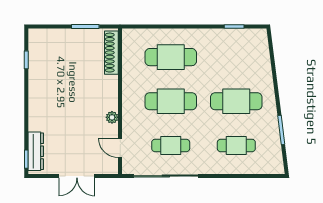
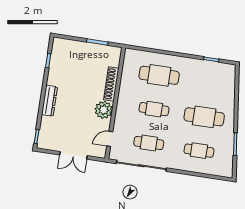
shoe rack: (111, 53) -> (111, 84), moved
cafe table: (171, 101) -> (154, 109), width x0.73, depth x0.74
plant: (112, 117) -> (104, 110), width x1.87, depth x1.87
door: (120, 148) -> (110, 139), hinge flipped
dresser: (36, 151) -> (49, 101), moved

